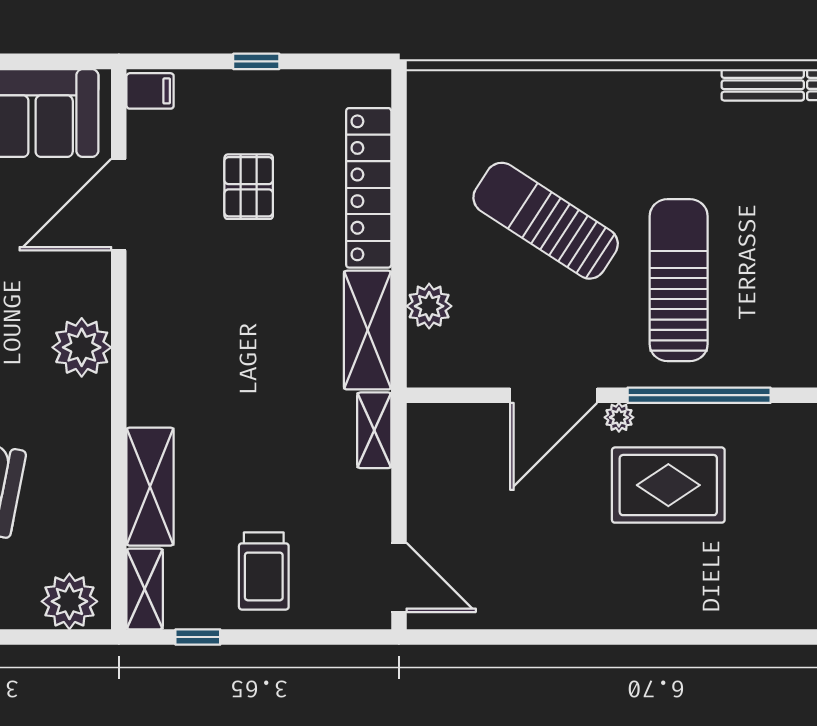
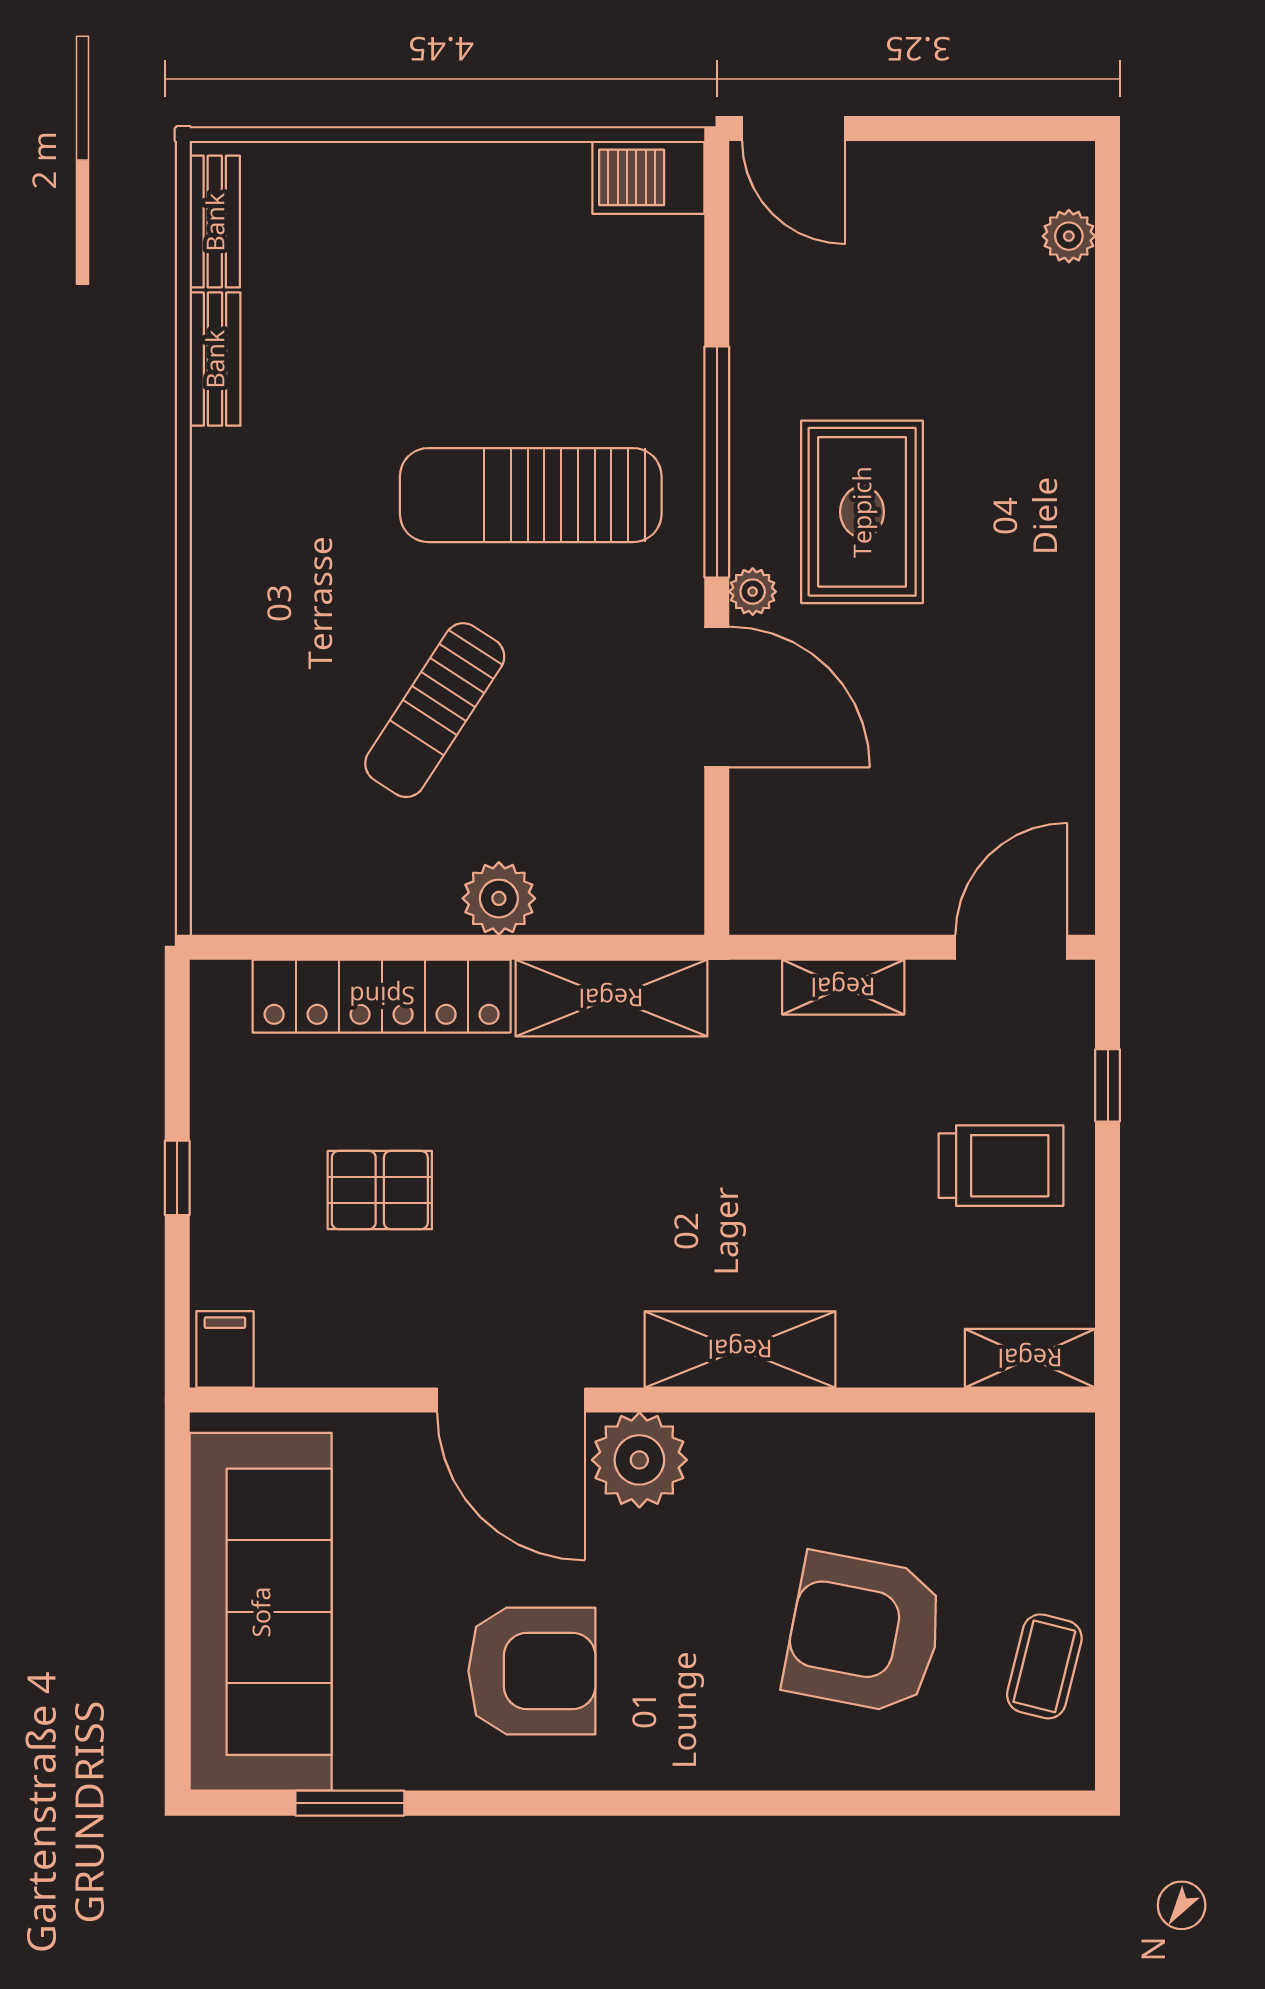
door: (119, 205) -> (511, 1400), moved
sun lounger: (546, 221) -> (435, 710), width x0.73, depth x0.75
plant: (429, 306) -> (499, 898), moved
shelving: (374, 430) -> (843, 987), moved
shelving: (150, 487) -> (740, 1349), moved
plant: (69, 601) -> (1050, 1480), removed
window: (198, 637) -> (1108, 1085), moved

